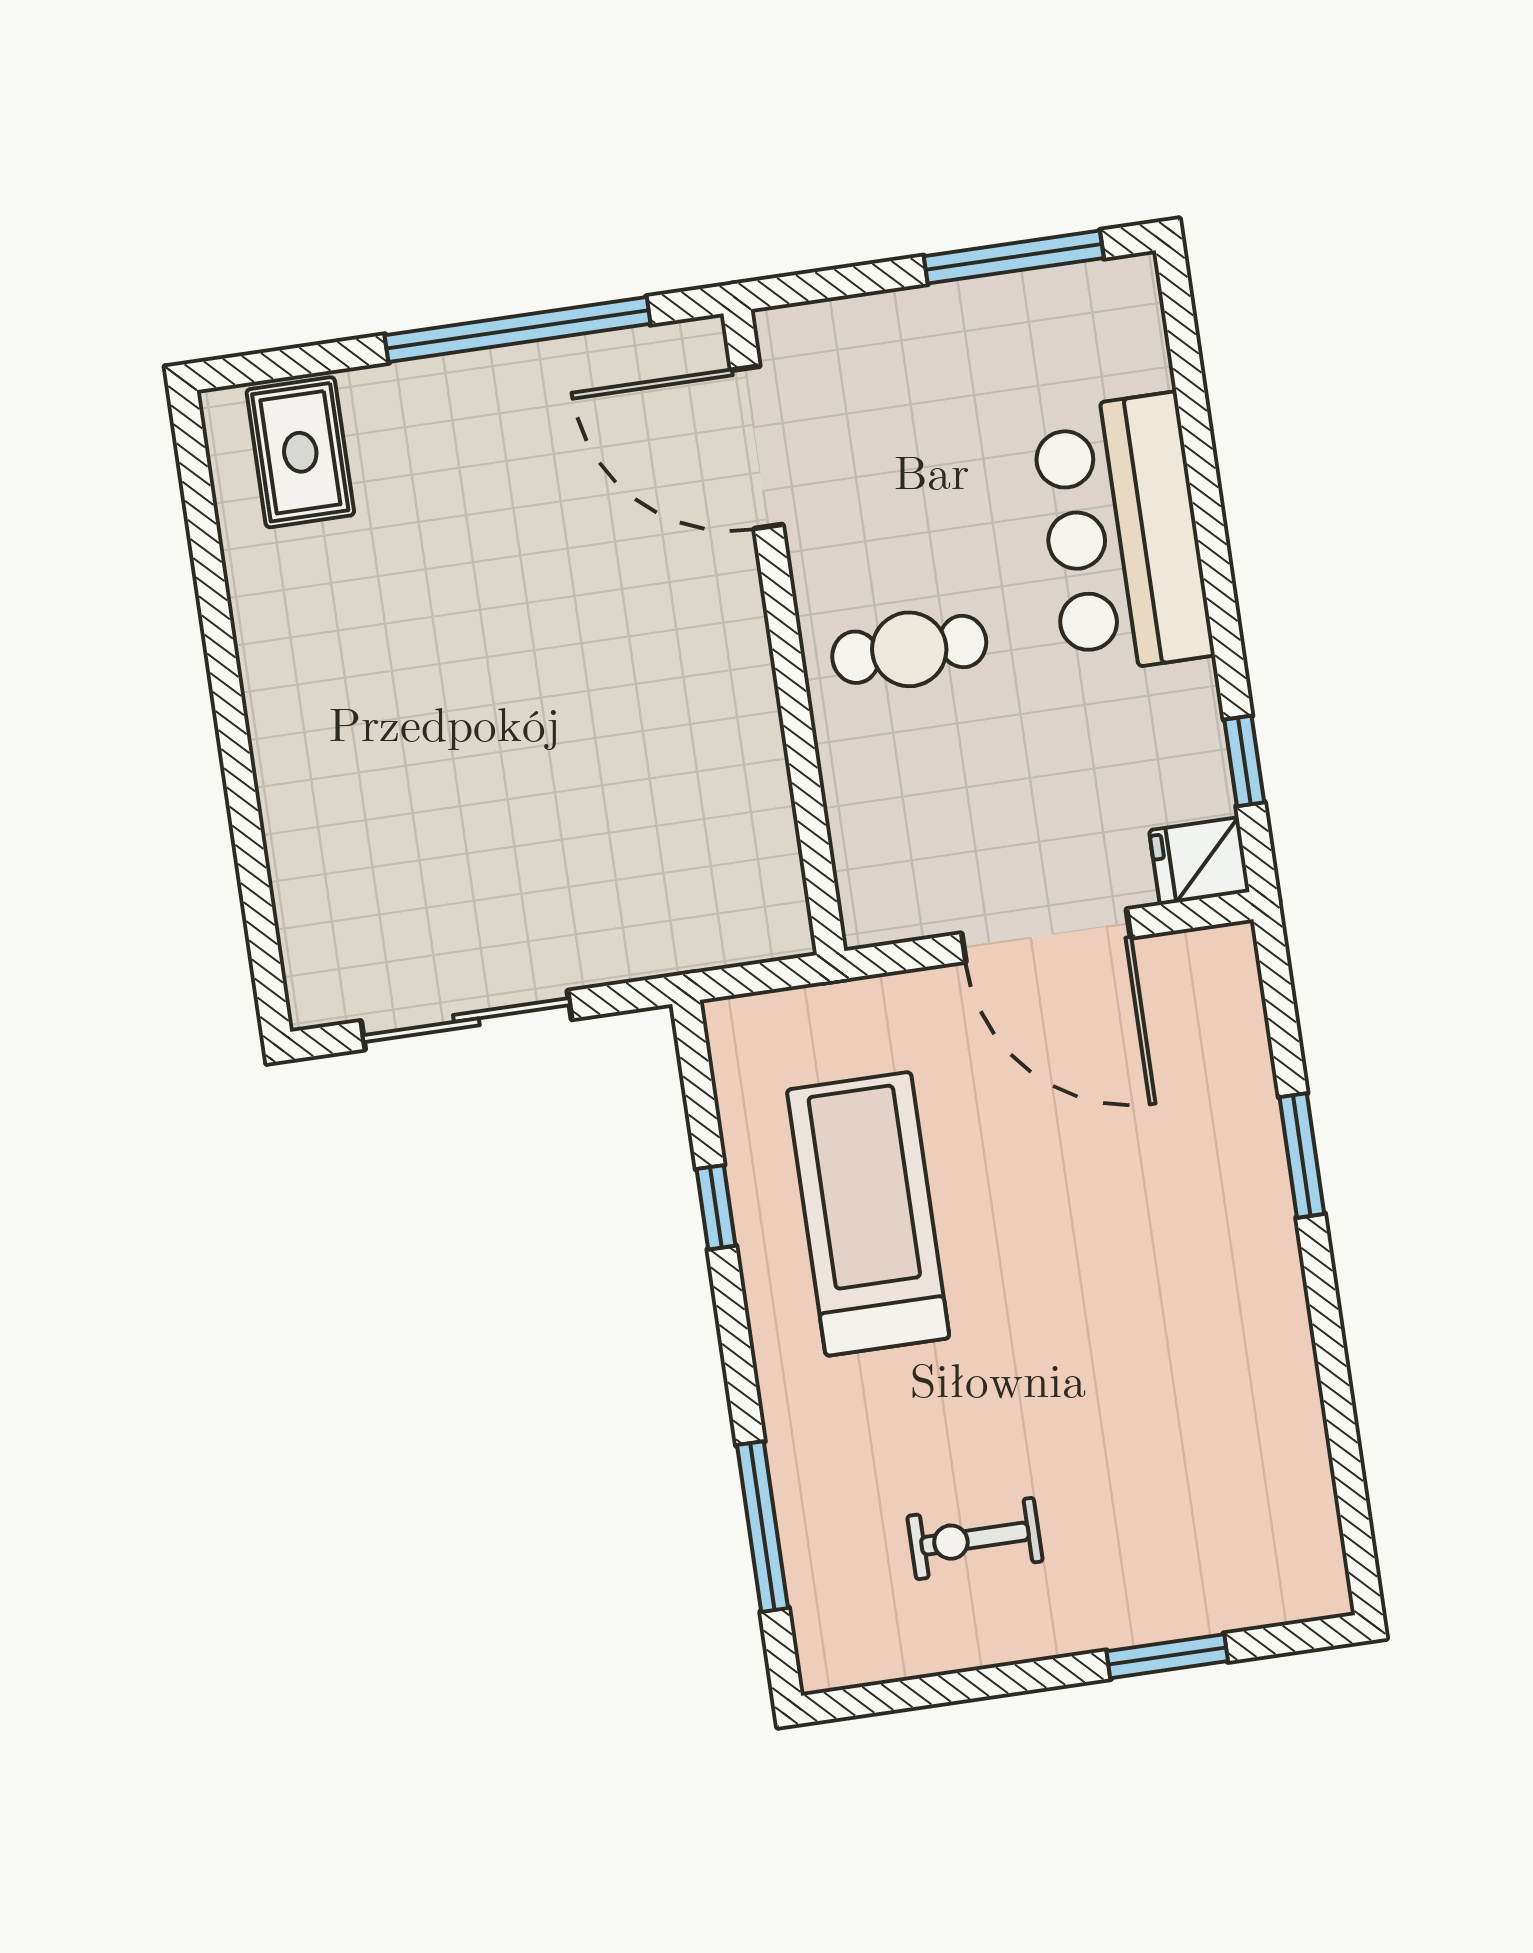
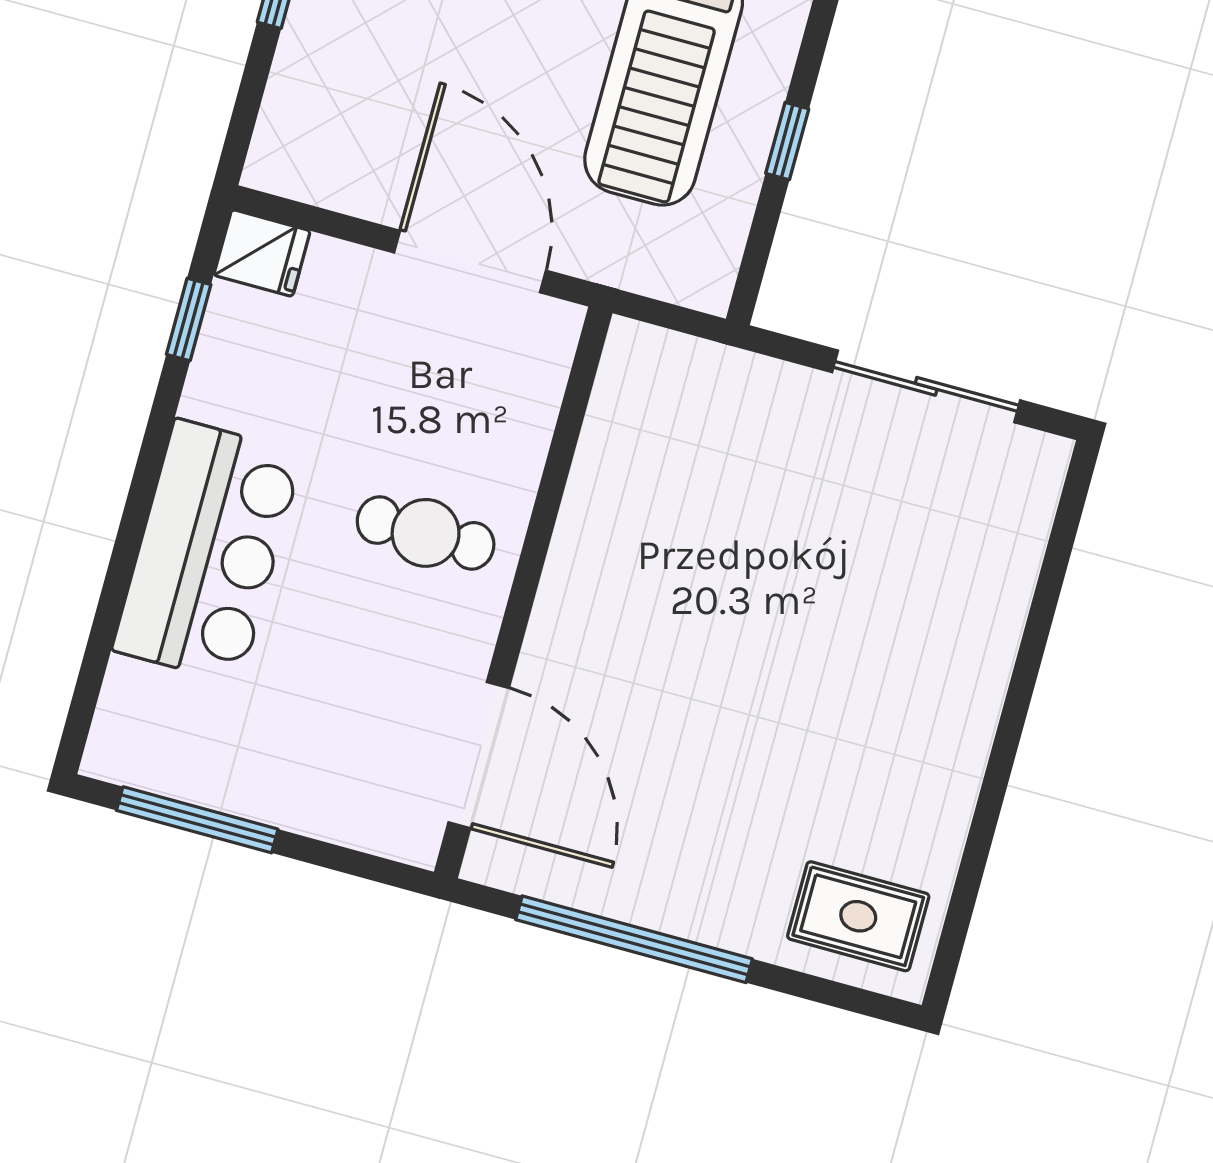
rug: (300, 452) -> (858, 916), turned 90
door: (1046, 936) -> (470, 262), moved

